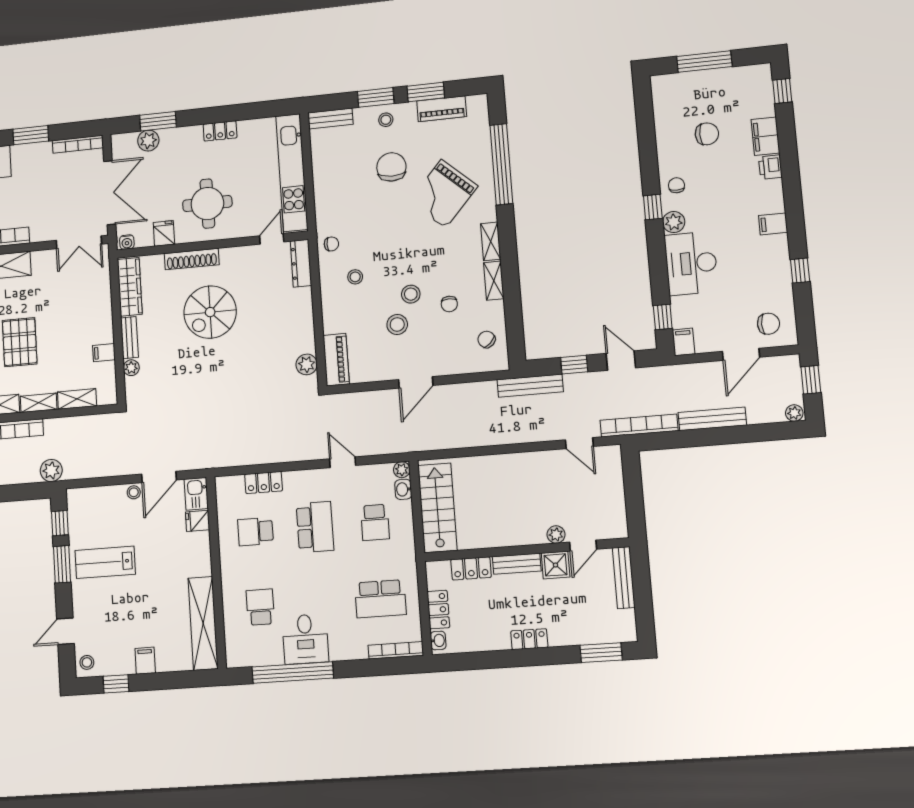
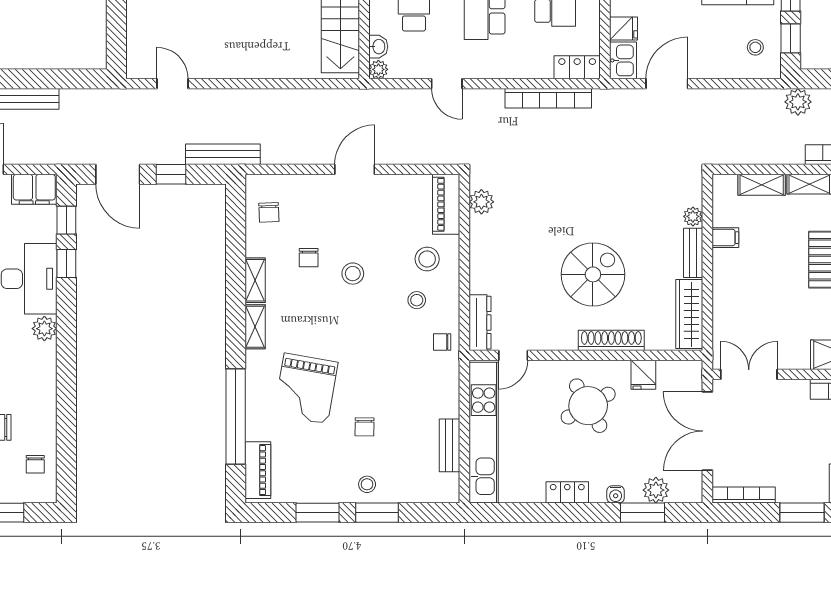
piano: (442, 109) -> (258, 470), moved, turned 90
bench: (330, 119) -> (449, 445), moved, turned 90
chair: (391, 167) -> (365, 427), width x0.54, depth x0.54
chair: (676, 185) -> (35, 464), moved
grand piano: (443, 194) -> (306, 389), turned 148
round table: (207, 204) -> (588, 406), turned -30
window: (653, 207) -> (66, 263), moved
water cooler: (127, 242) -> (616, 494), moved, turned 180
chair: (449, 304) -> (309, 258), turned 180
stool: (397, 324) -> (427, 259), moved
chair: (487, 339) -> (269, 212), turned 42
filing cabinet: (684, 342) -> (34, 189), width x2.00
door: (621, 361) -> (118, 174), width x1.38
bookcase: (639, 425) -> (548, 98), moved
locker: (264, 483) -> (577, 67), moved
stool: (134, 492) -> (755, 47), moved

